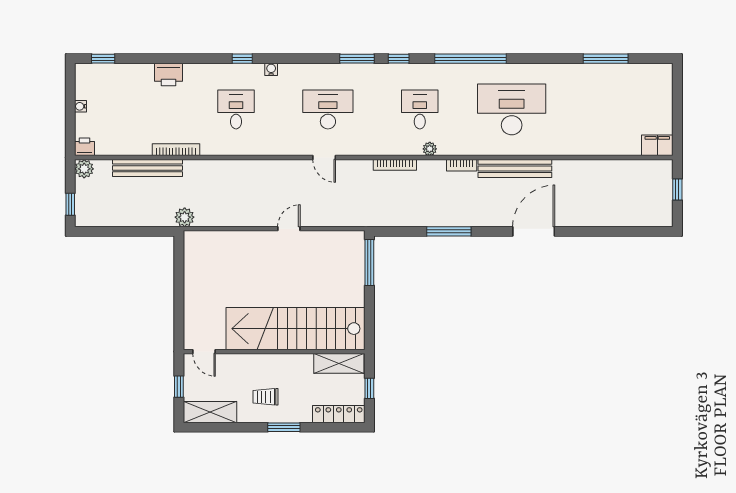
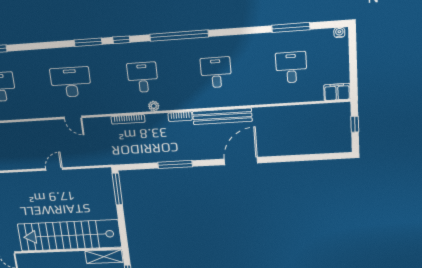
water cooler: (271, 69) -> (339, 32), moved
desk: (512, 109) -> (216, 72), width x0.53, depth x0.77
desk: (604, 109) -> (291, 67), added

